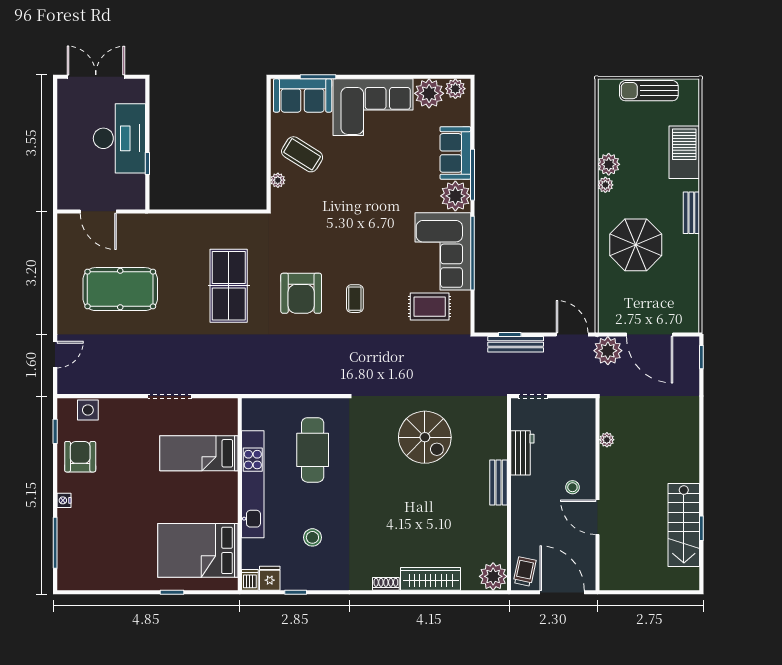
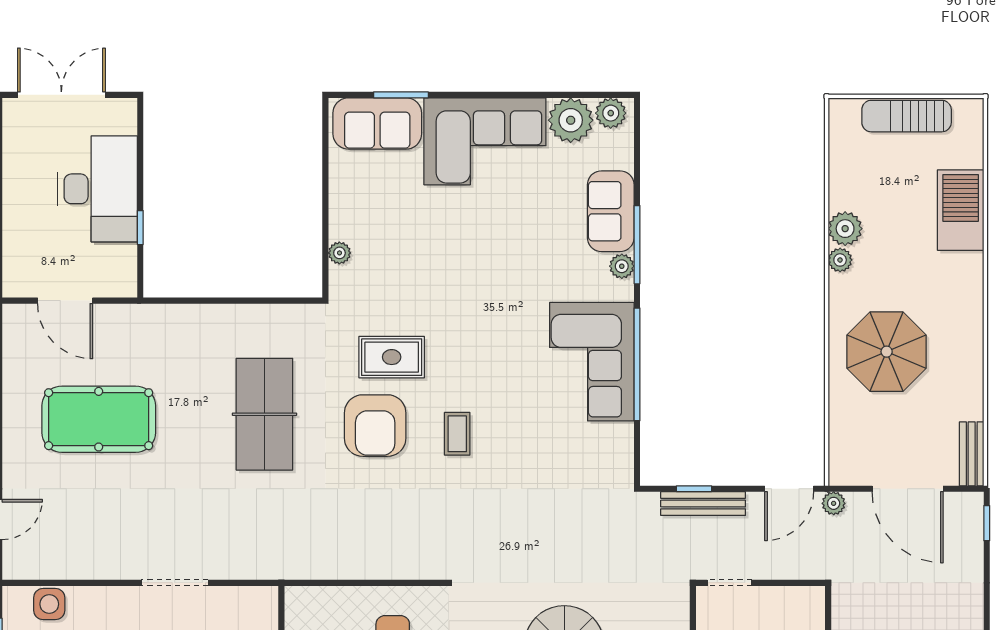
coffee table: (302, 154) -> (377, 213), removed
plant: (455, 196) -> (622, 266), width x0.53, depth x0.53
bench: (691, 213) -> (972, 454), moved
rug: (430, 307) -> (392, 357), moved
door: (572, 335) -> (789, 489), swing flipped
plant: (608, 351) -> (834, 503), width x0.53, depth x0.53

